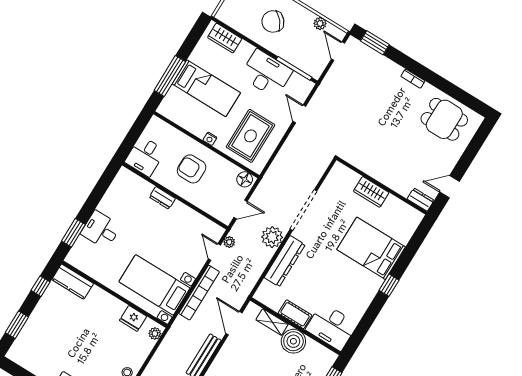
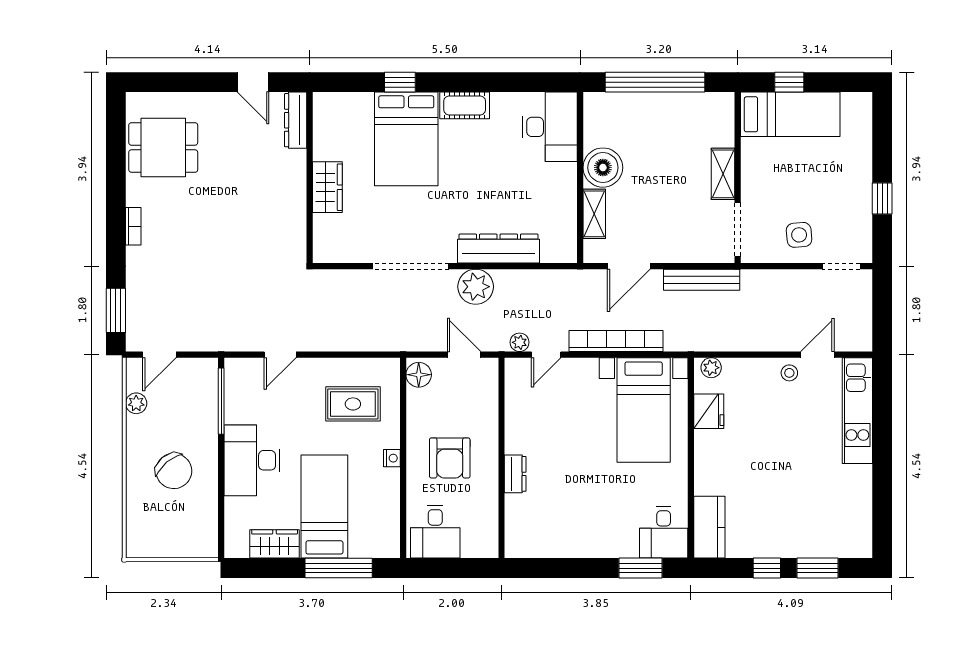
wardrobe: (225, 38) -> (275, 544), moved, turned -90
desk: (266, 73) -> (252, 460), moved
dining table: (444, 119) -> (163, 147), turned 90
rug: (250, 136) -> (353, 404), width x0.73, depth x0.70
desk: (145, 156) -> (435, 532), moved, turned 90
dresser: (421, 200) -> (296, 120), width x1.44
desk: (101, 230) -> (664, 532), moved
window: (389, 285) -> (400, 82), moved
window: (41, 286) -> (767, 568), moved
cot: (295, 314) -> (465, 105), moved, turned 90

